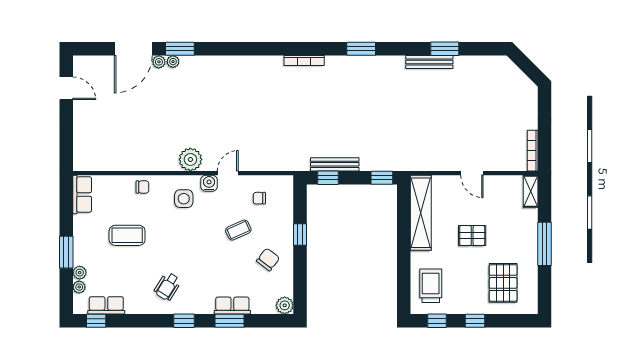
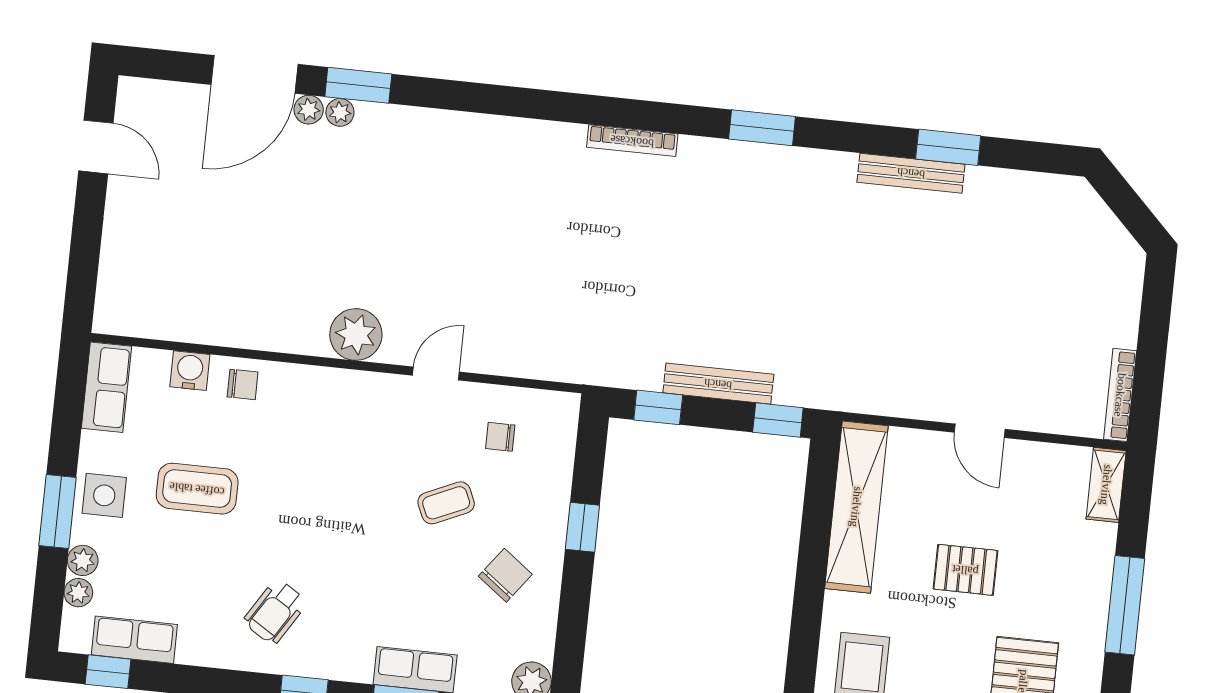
bench: (335, 164) -> (718, 384), moved
water cooler: (209, 183) -> (190, 371), moved
side table: (184, 199) -> (104, 495), moved

